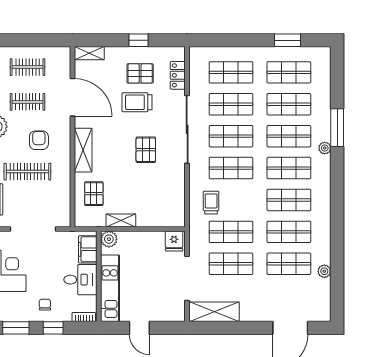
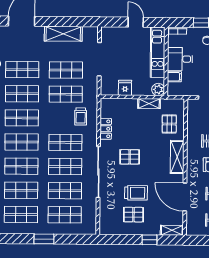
window: (139, 40) -> (150, 240), moved
window: (287, 40) -> (44, 239), moved
locker: (178, 75) -> (106, 129), moved
pallet: (146, 150) -> (130, 157), turned 90
fridge: (174, 241) -> (125, 88), moved
filing cabinet: (88, 249) -> (174, 77), width x0.50
shelving: (214, 312) -> (63, 34), moved

